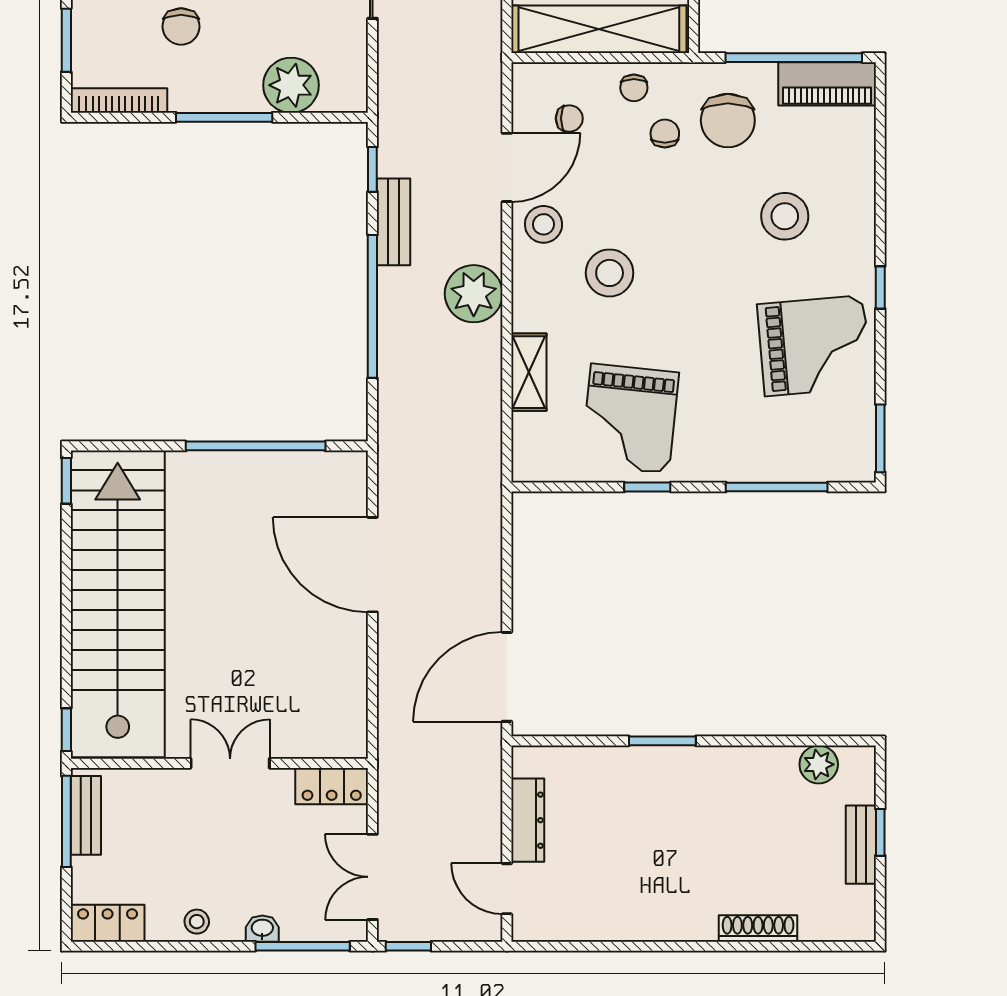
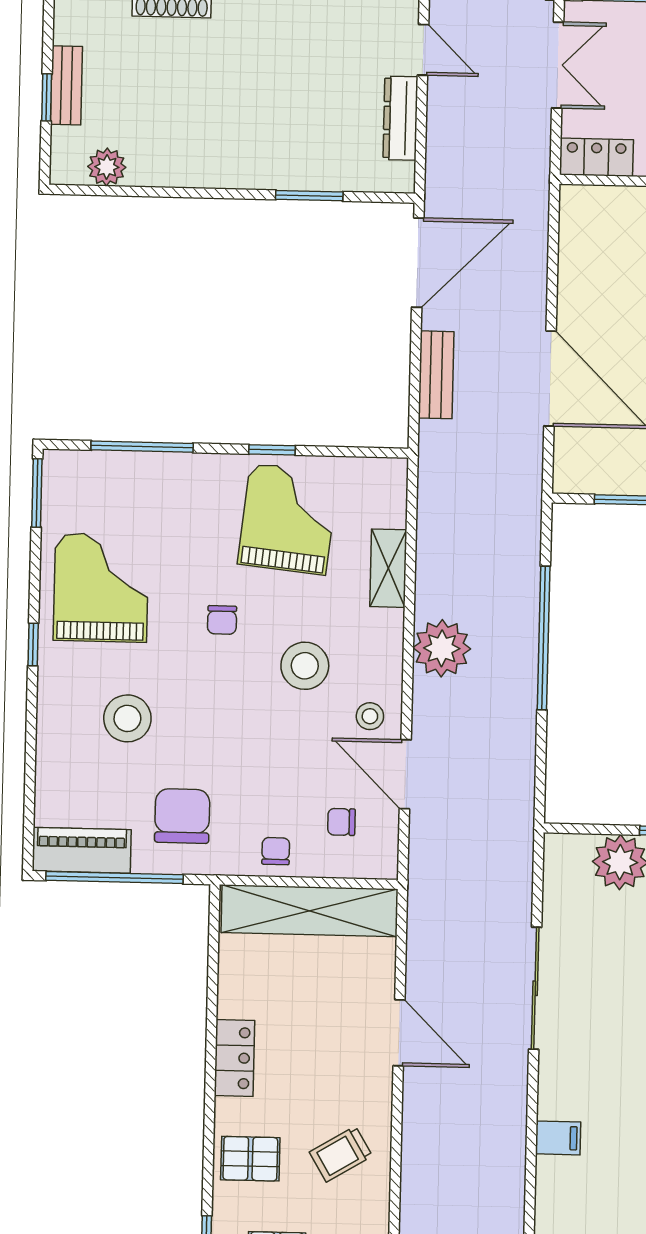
chair: (665, 133) -> (222, 620), moved
door: (507, 167) -> (405, 774), hinge flipped
window: (372, 169) -> (540, 776), removed
bench: (394, 222) -> (436, 375), moved
stool: (543, 224) -> (370, 716), width x0.73, depth x0.73
grand piano: (814, 346) -> (101, 588), turned 95
window: (662, 741) -> (309, 196), moved

